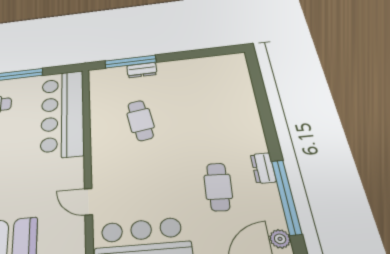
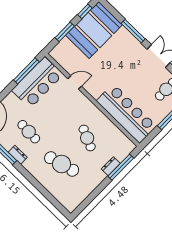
cafe table: (205, 114) -> (62, 164), added
cafe table: (140, 120) -> (87, 138), turned 33

